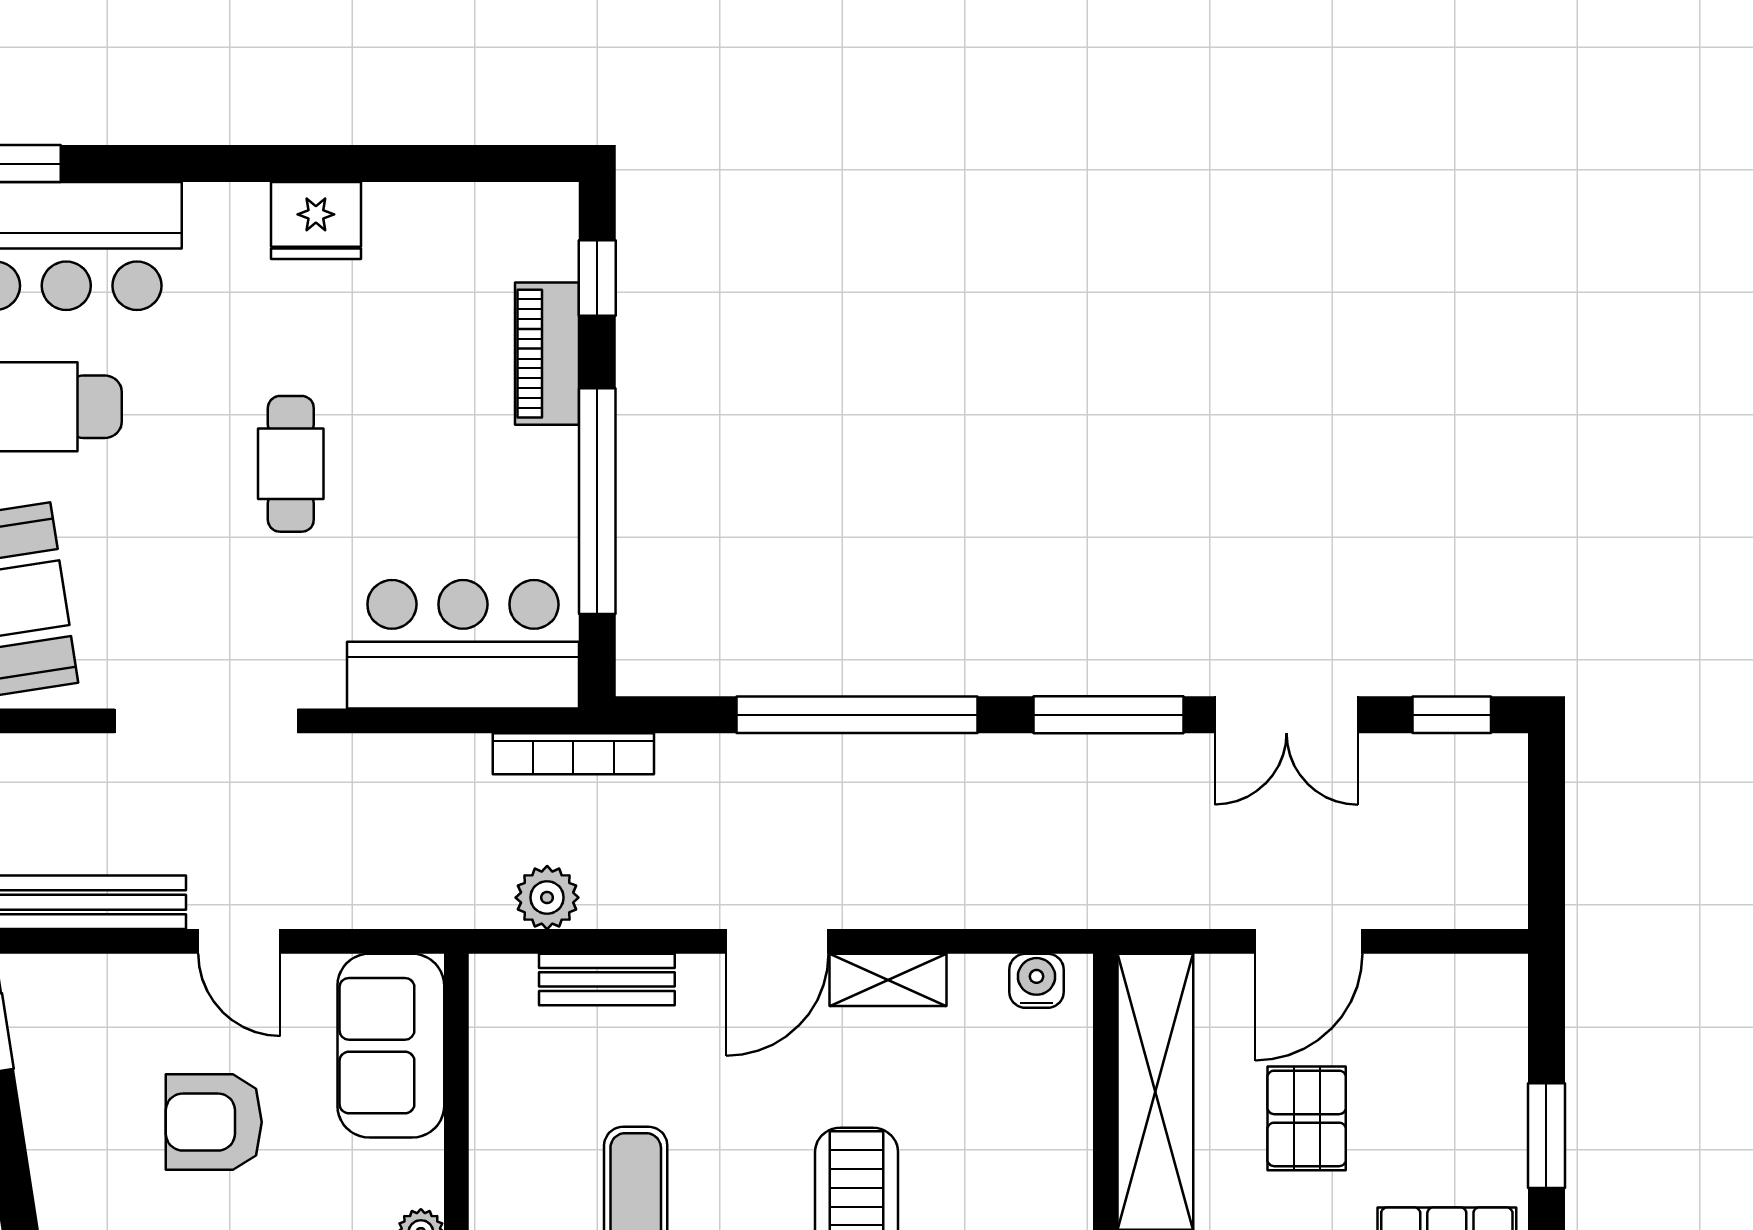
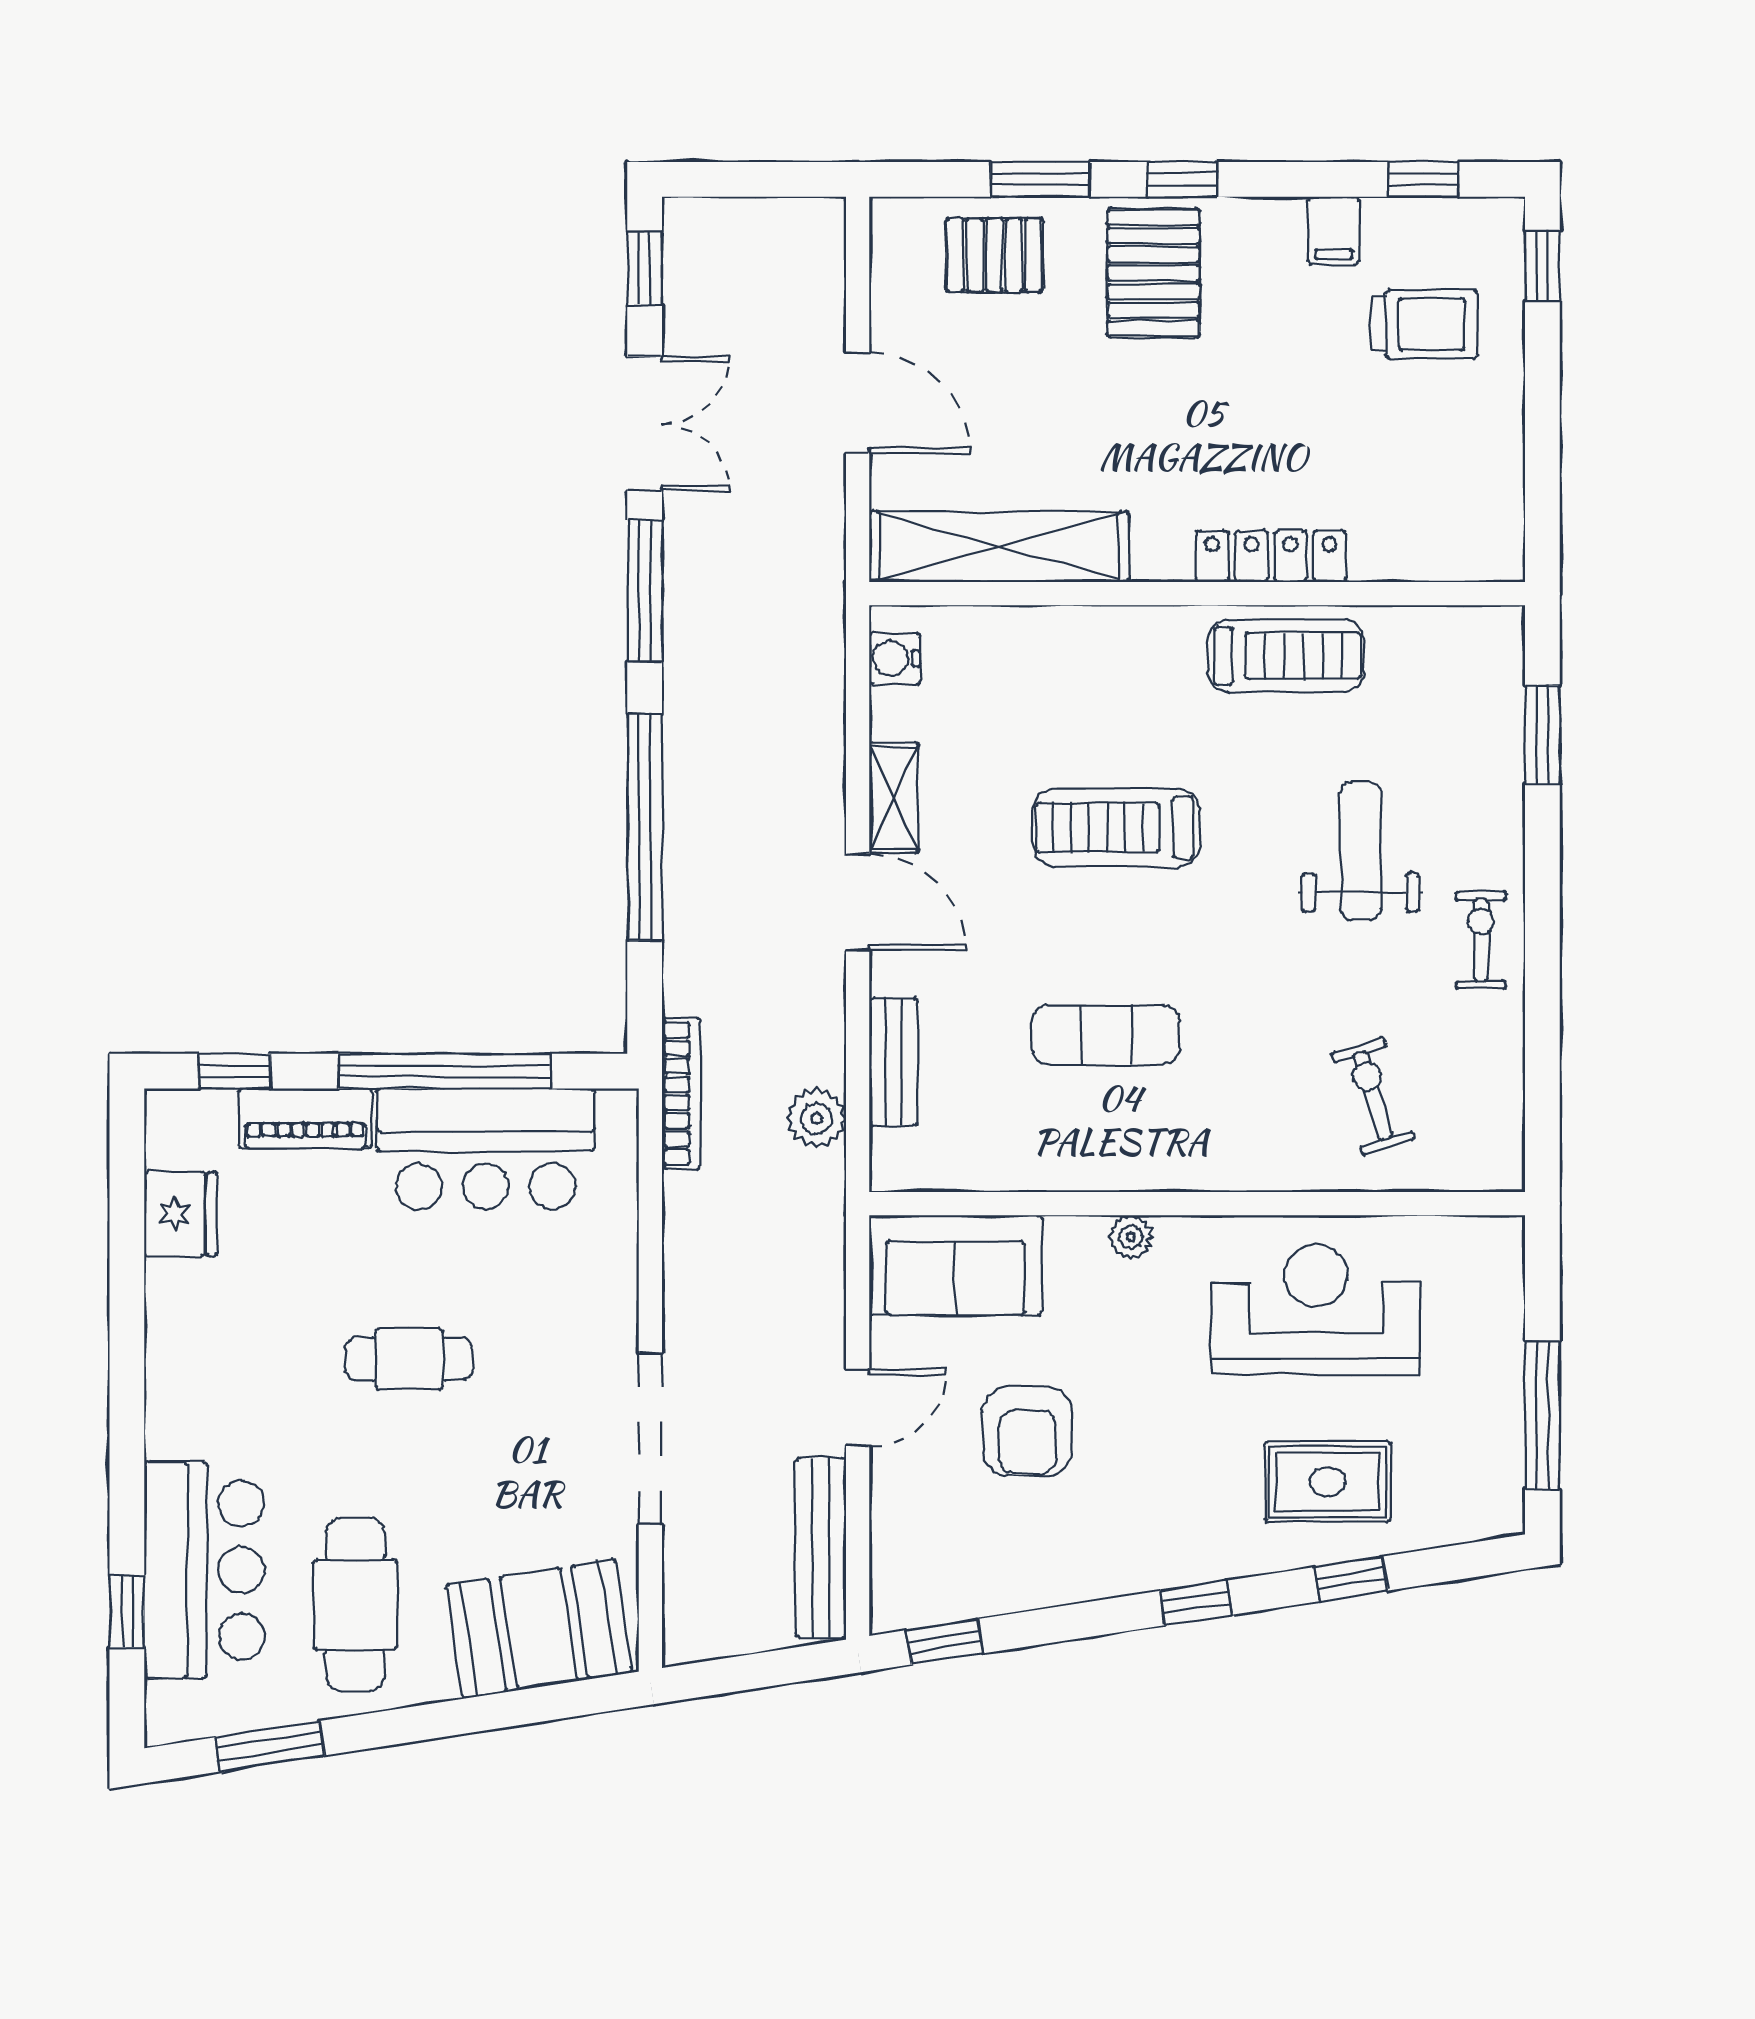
fridge: (316, 221) -> (180, 1214), moved
bar counter: (463, 644) -> (486, 1149), moved, turned -90
pallet: (1307, 1118) -> (994, 255), moved

